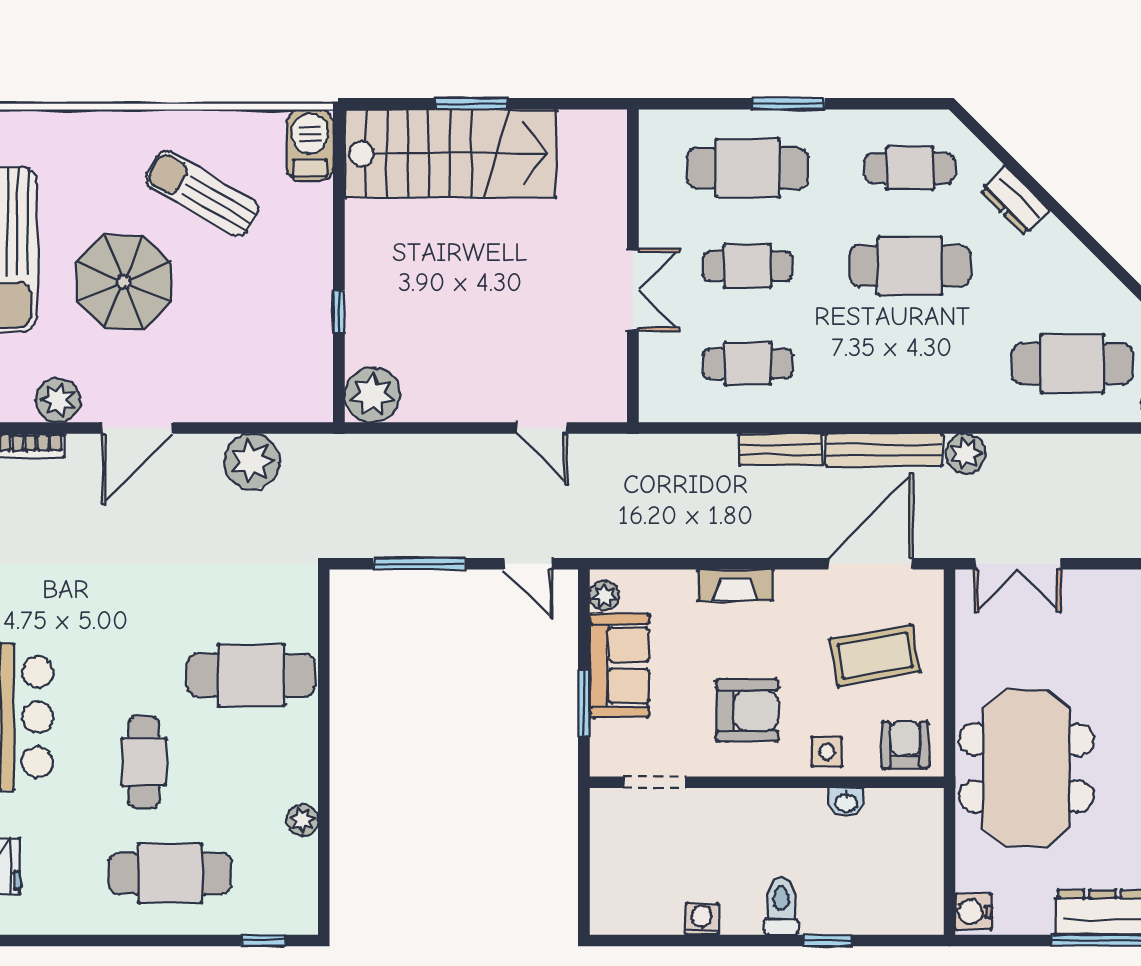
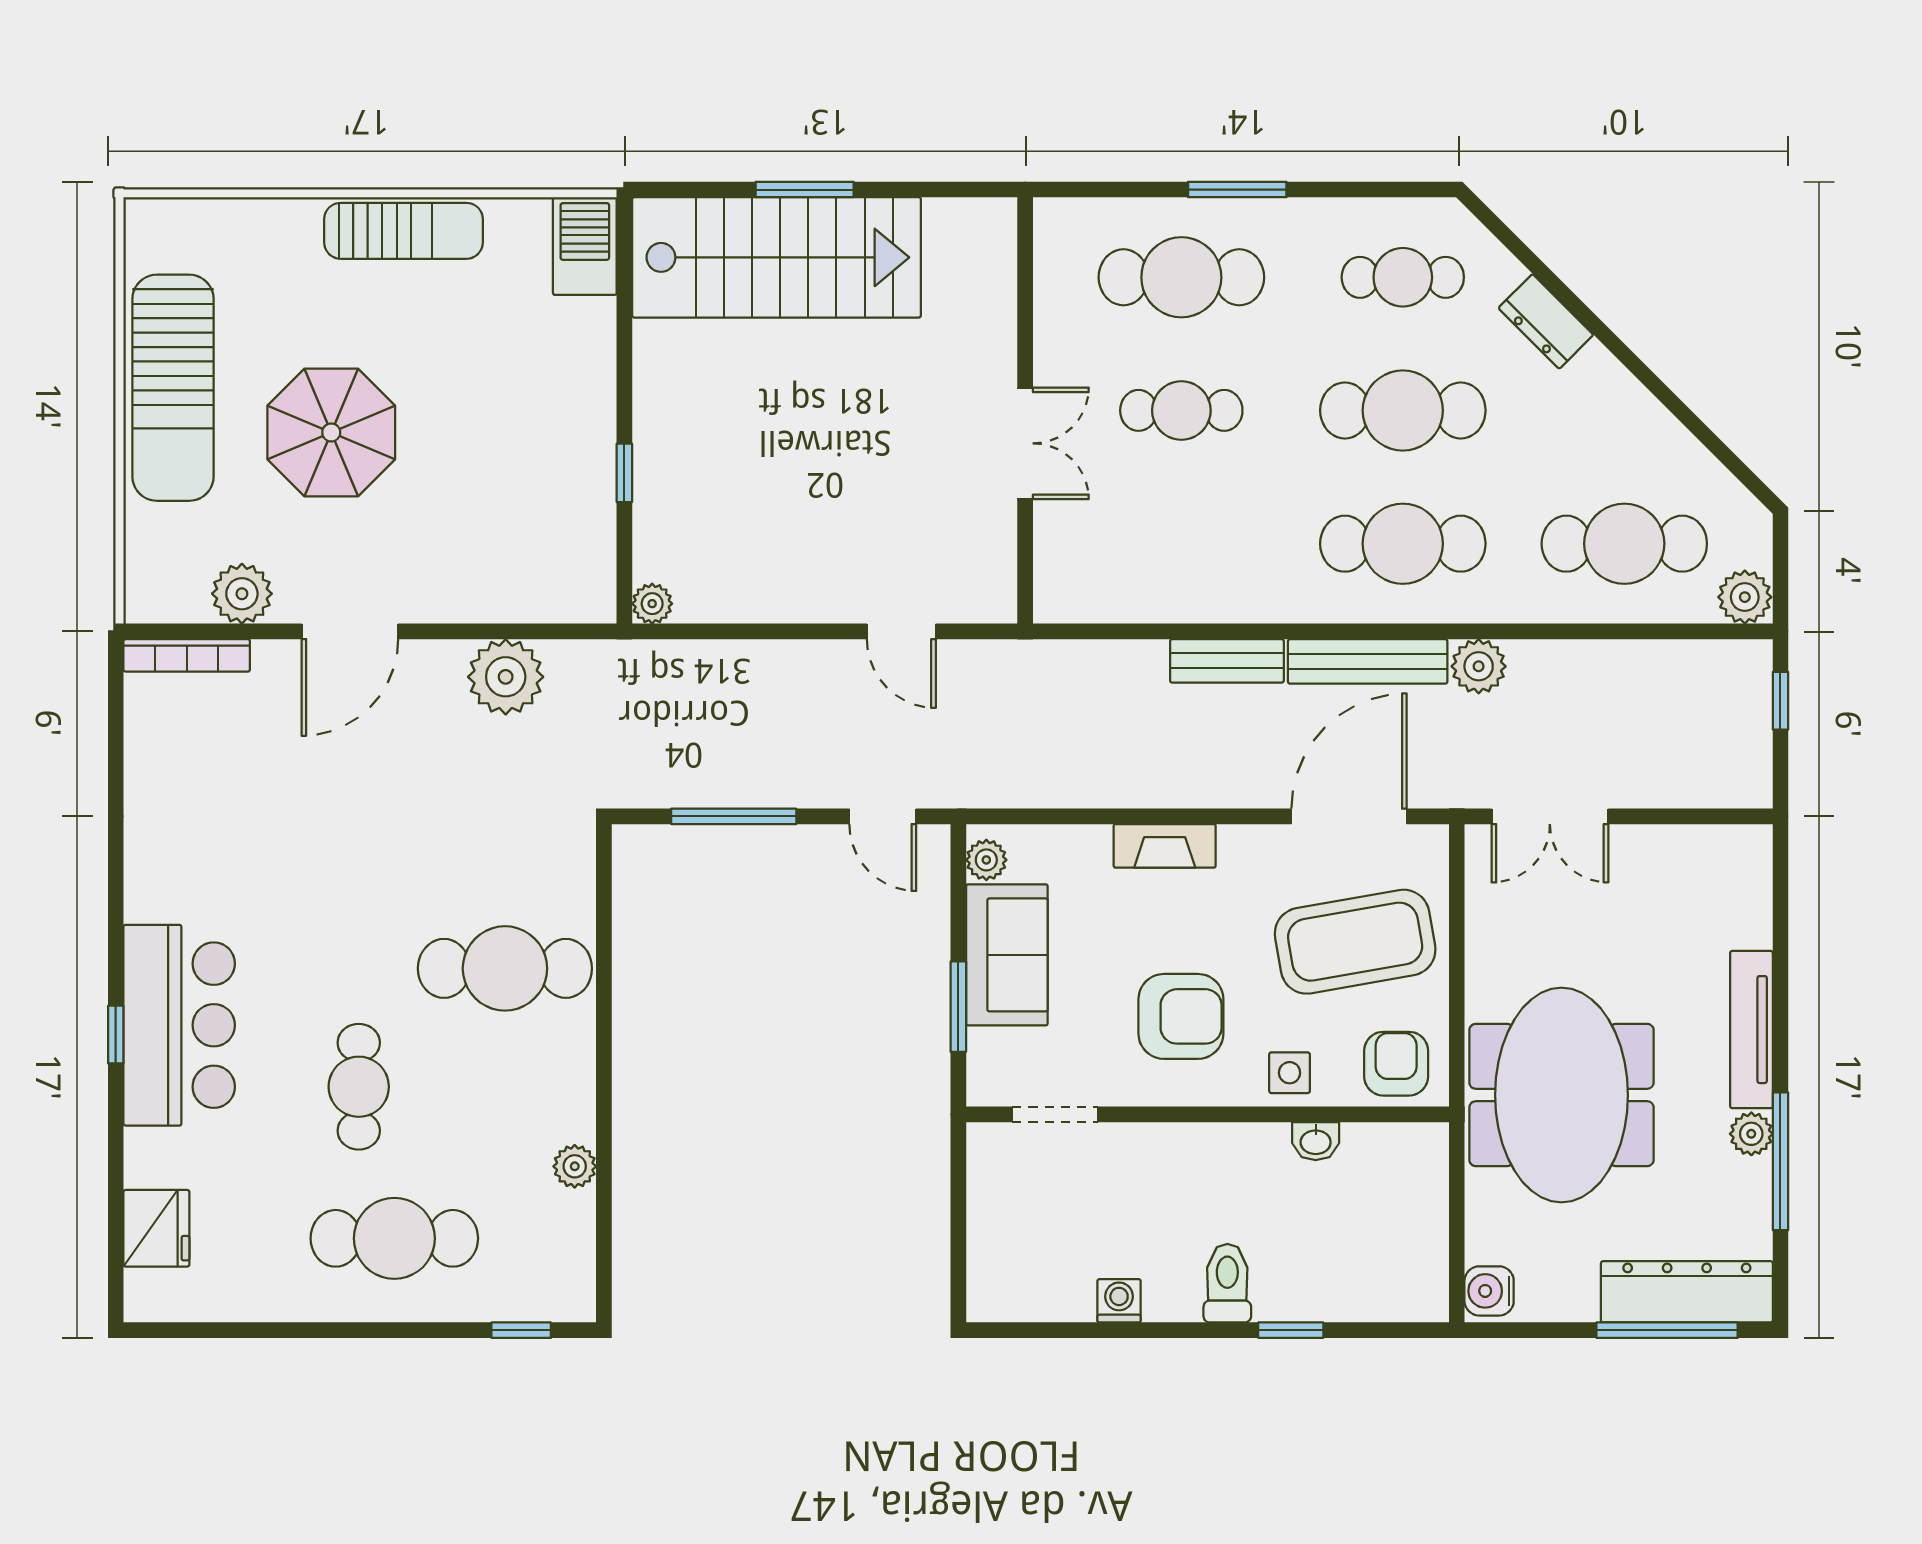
sun lounger: (202, 194) -> (404, 231), moved, turned 150
cafe table: (747, 364) -> (1403, 544), moved, width x1.37, depth x1.35
plant: (372, 395) -> (652, 604), width x0.53, depth x0.53
coffee table: (875, 656) -> (1355, 942), width x1.36, depth x1.32

